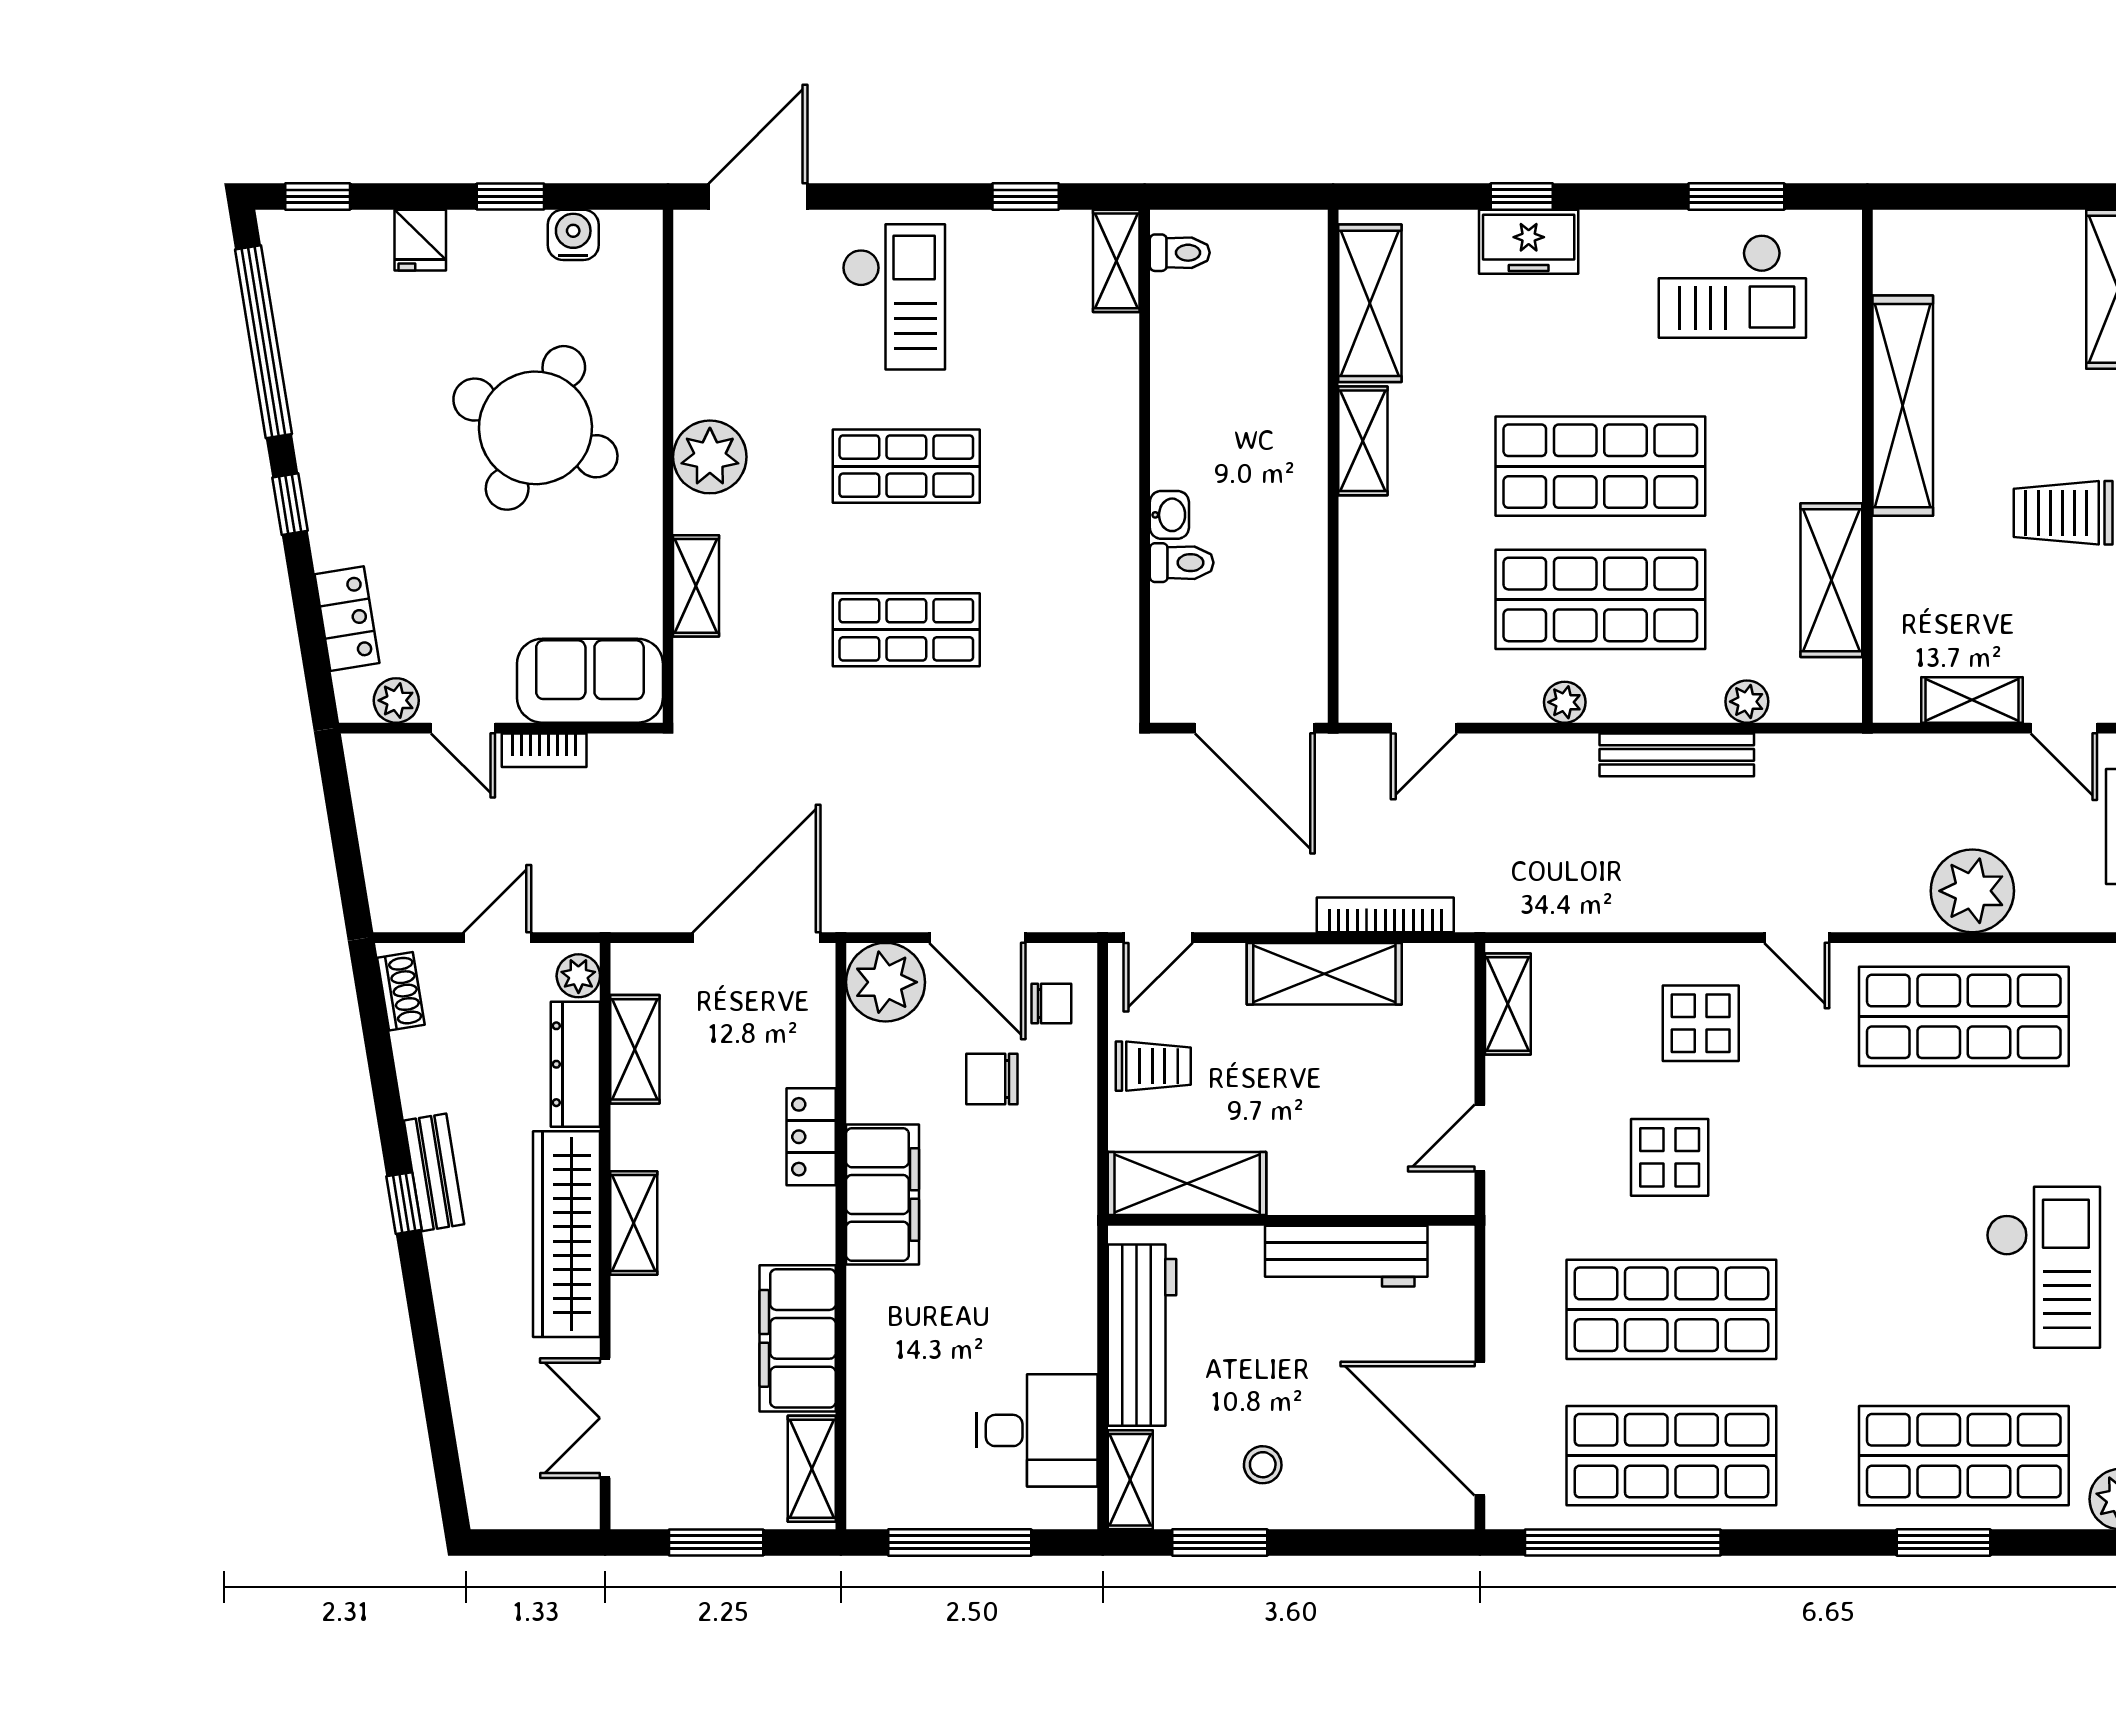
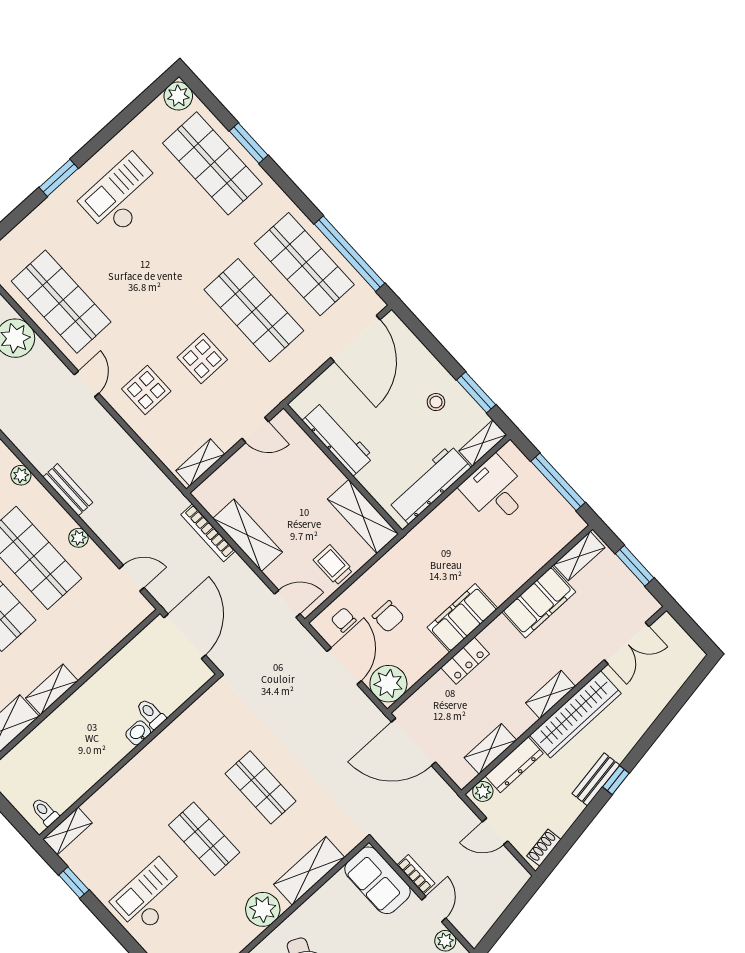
shelving: (696, 586) -> (309, 871), width x1.50, depth x1.33
bench: (1677, 755) -> (68, 490), width x0.73

